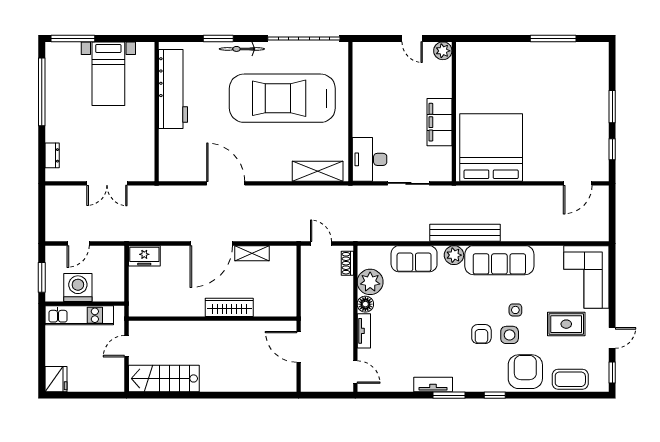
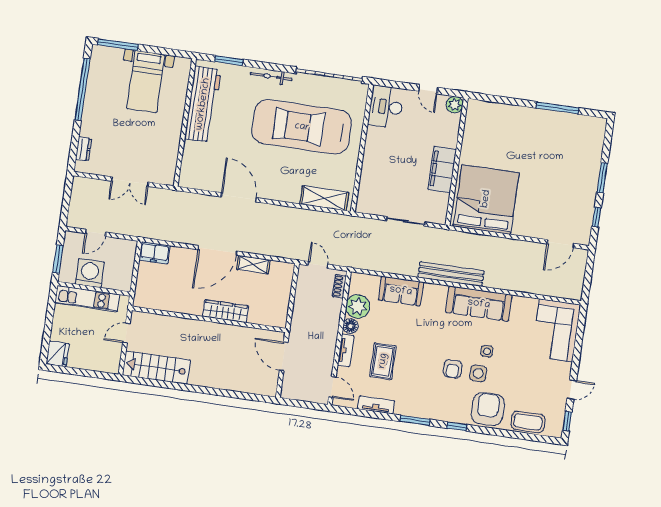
window: (218, 38) -> (229, 61), moved
desk: (370, 159) -> (386, 107), moved
plant: (454, 255) -> (438, 293), removed
rug: (566, 324) -> (383, 361), moved, turned 90
tv unit: (433, 384) -> (376, 405), moved

